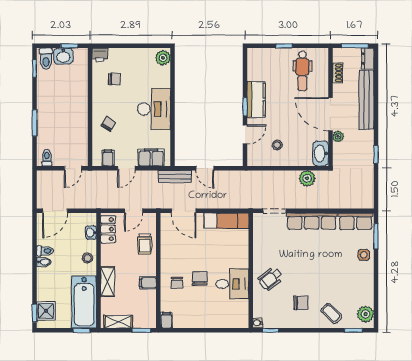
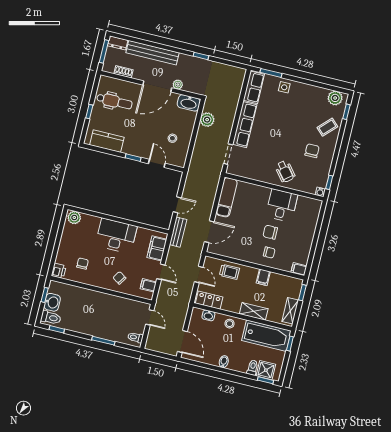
kitchen counter: (256, 99) -> (107, 141), moved
toilet: (45, 251) -> (253, 368), moved

